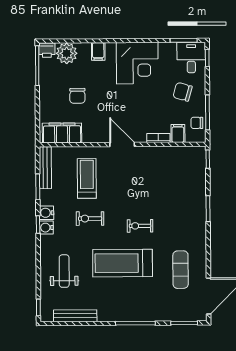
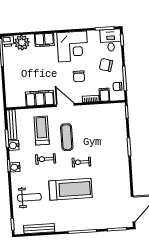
filing cabinet: (98, 51) -> (44, 40), width x2.00
chair: (77, 96) -> (79, 76), moved
filing cabinet: (62, 133) -> (40, 98), moved
water cooler: (47, 213) -> (14, 145), moved
treadmill: (123, 263) -> (71, 189), turned 180
exercise mat: (181, 270) -> (67, 137), moved
weight bench: (64, 271) -> (29, 197), turned 90

